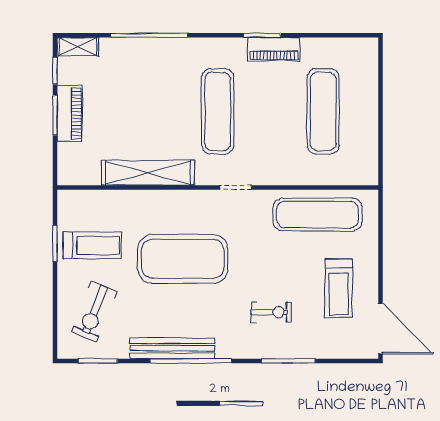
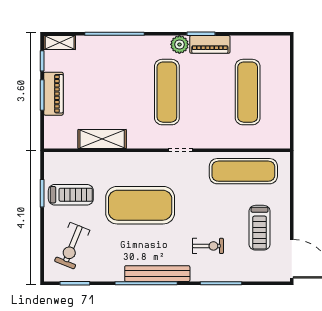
plant: (234, 49) -> (179, 44), added
shelving: (148, 173) -> (102, 139), width x0.68
bench: (172, 348) -> (157, 274), moved

